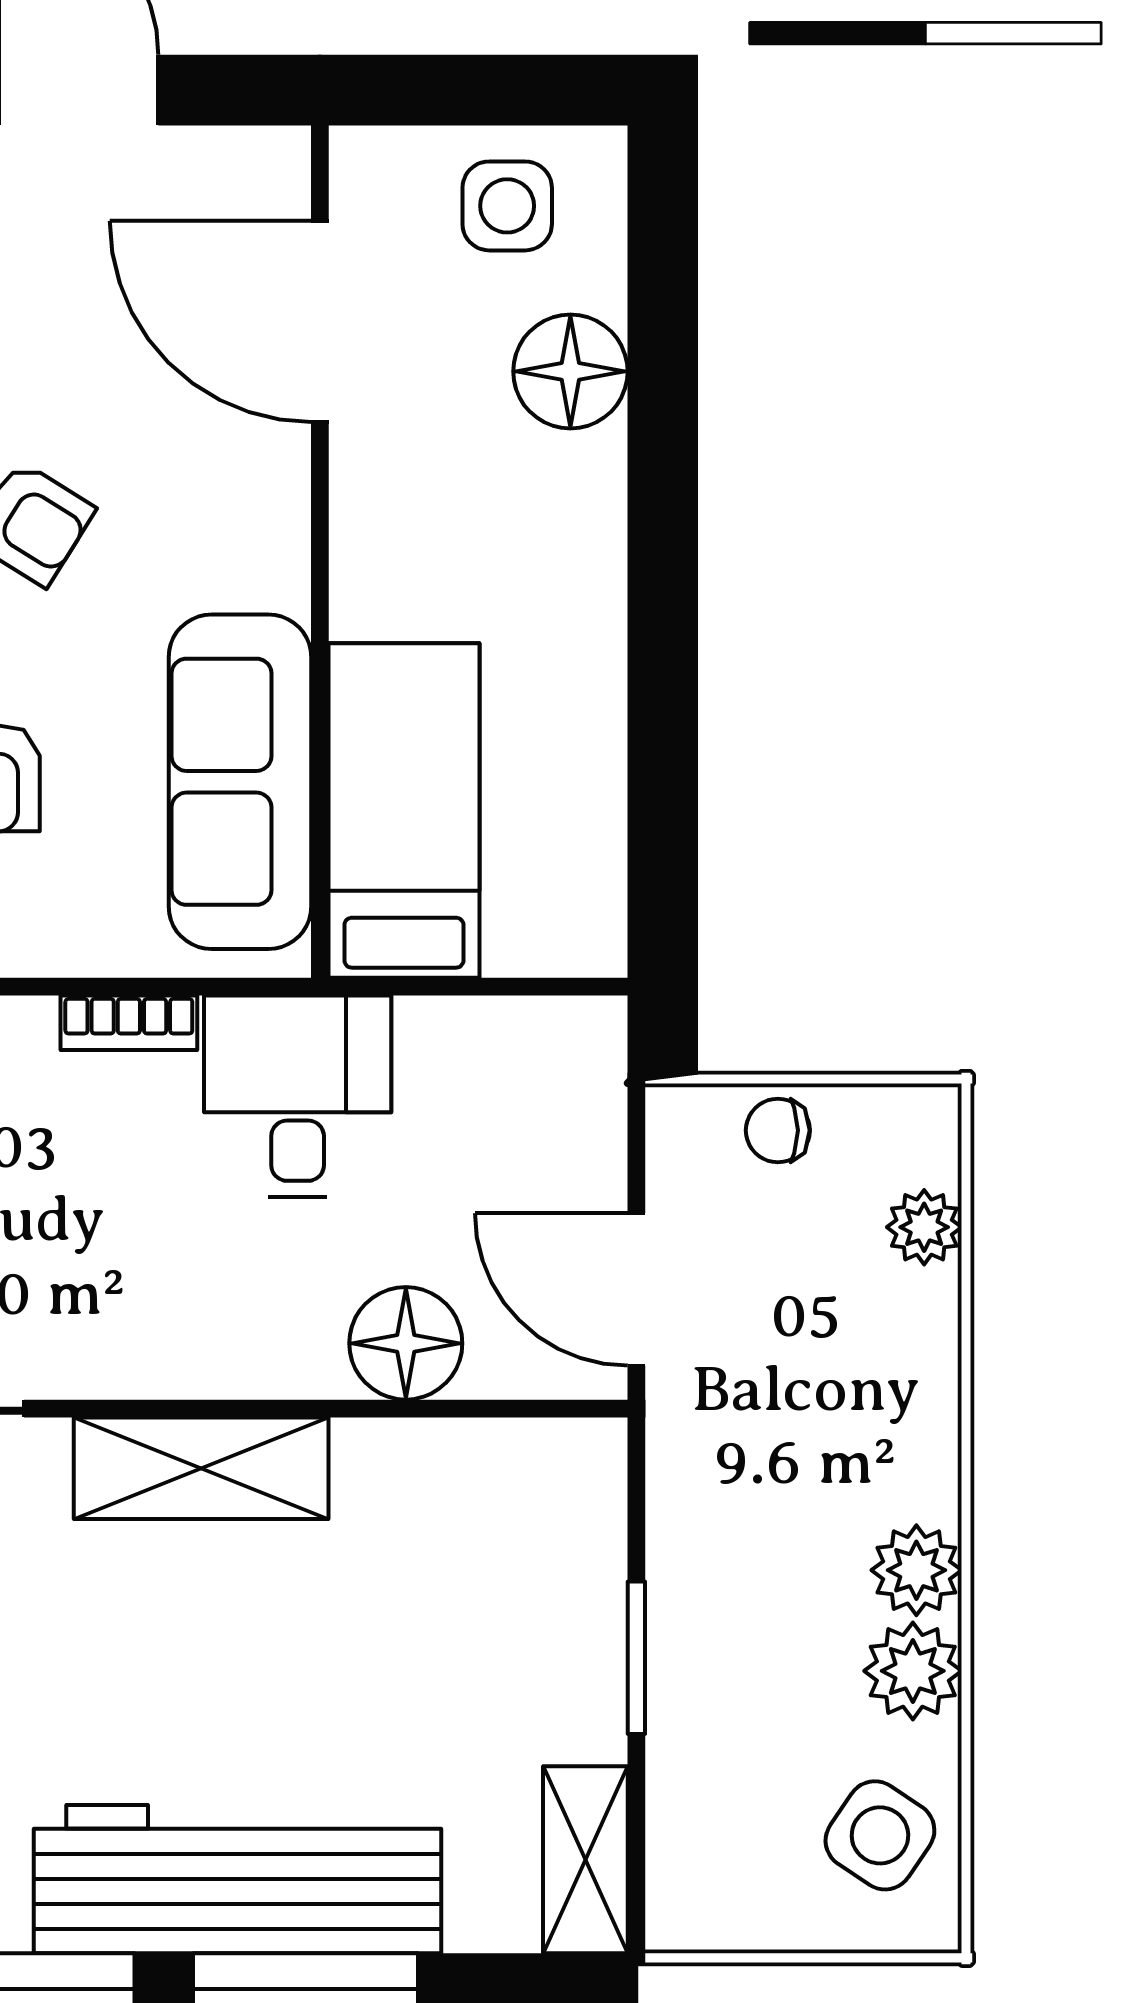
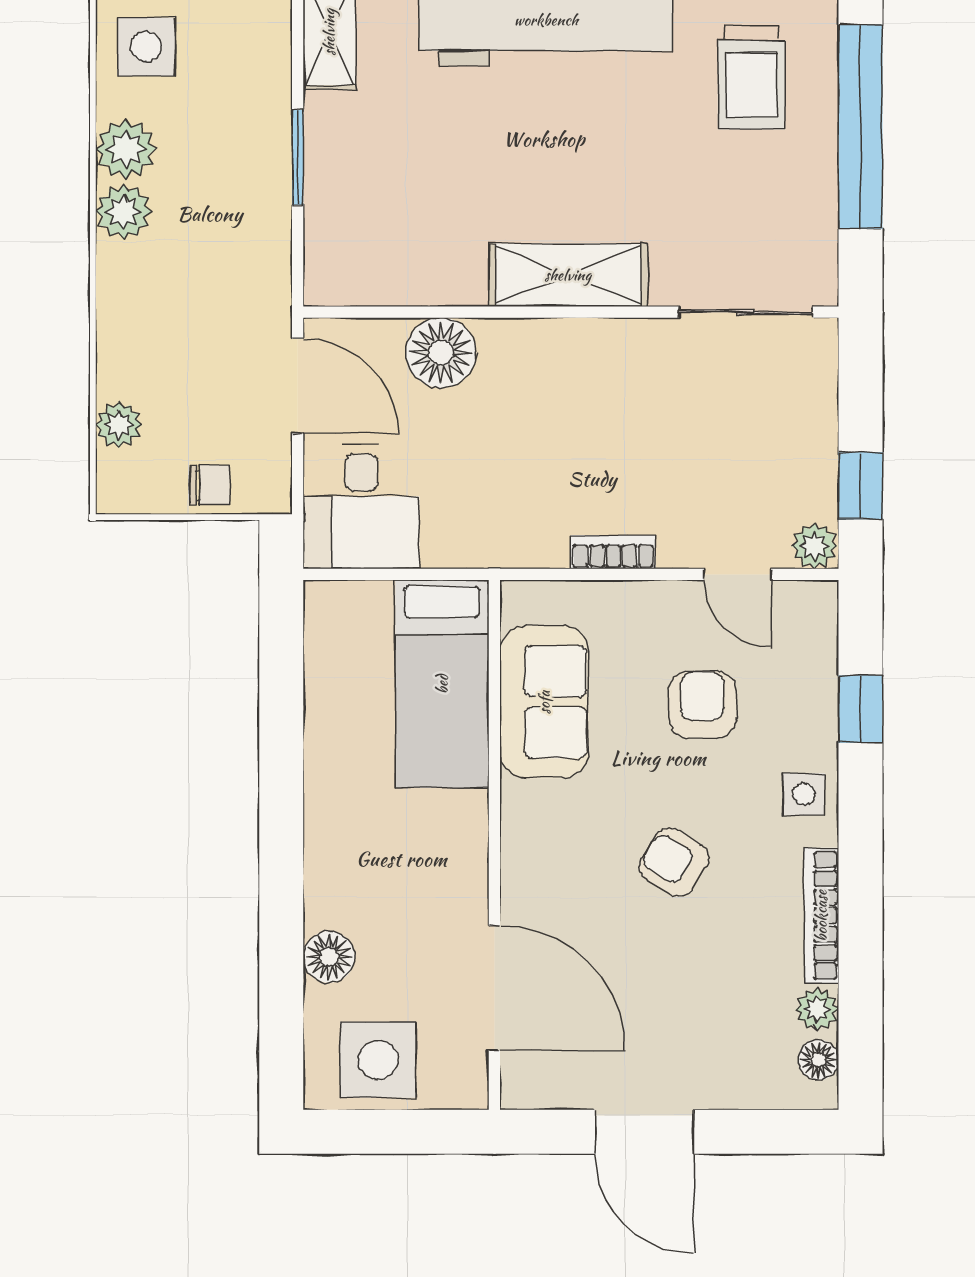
side table: (507, 206) -> (378, 1060), width x1.37, depth x1.37
floor lamp: (570, 371) -> (329, 957), width x0.73, depth x0.73
sofa: (240, 782) -> (544, 702), width x0.73
desk: (298, 1096) -> (361, 506), moved
side table: (880, 1835) -> (146, 47), turned -34

